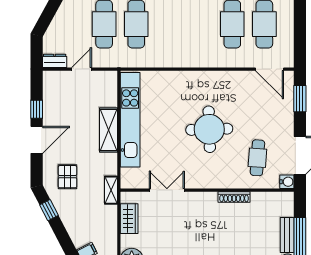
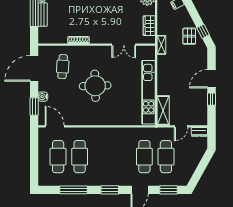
shelving: (108, 130) -> (163, 110), moved
pallet: (67, 177) -> (189, 36), moved
water cooler: (287, 182) -> (43, 97), moved

